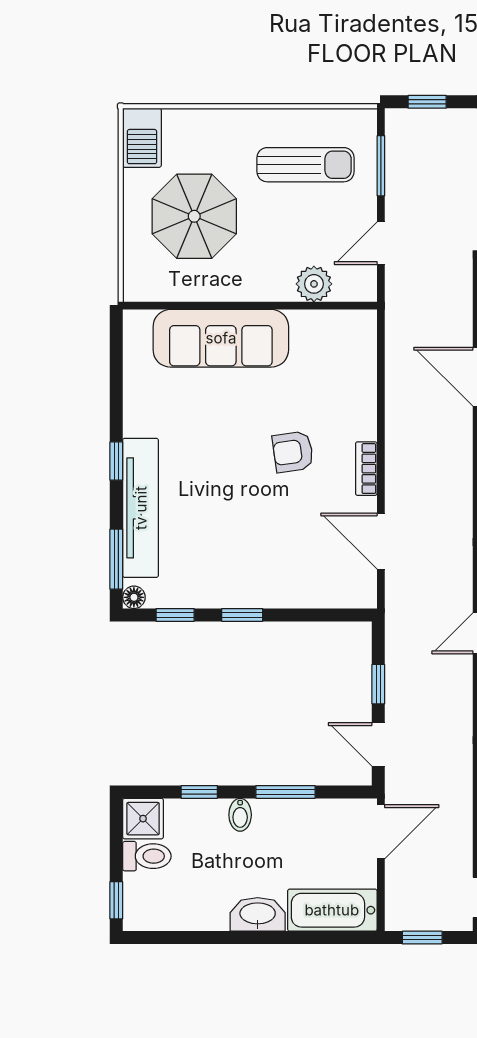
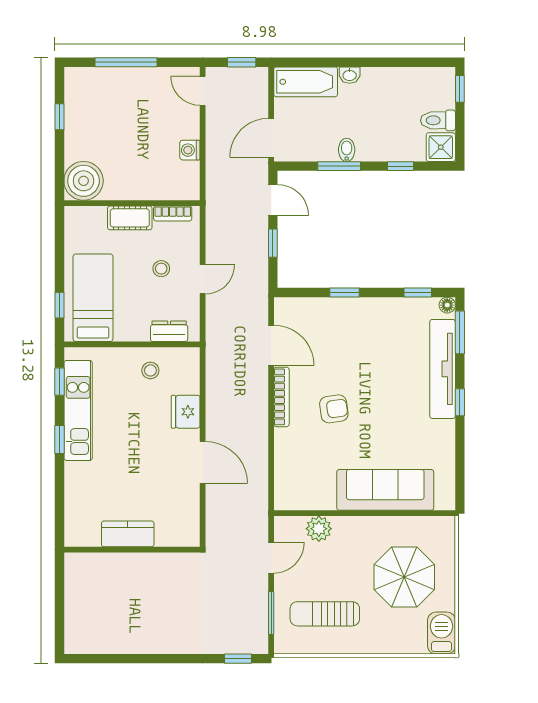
bookcase: (366, 469) -> (281, 397), width x1.56
window: (242, 615) -> (345, 292), moved
bidet: (240, 815) -> (347, 150), moved
washbasin: (258, 914) -> (350, 75), width x0.52, depth x0.69

